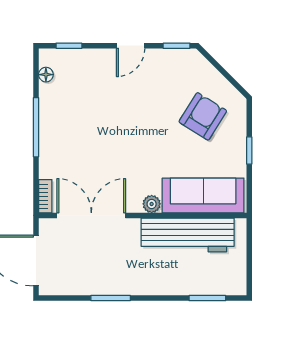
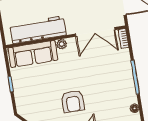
armchair: (203, 116) -> (73, 101), moved, turned -32

